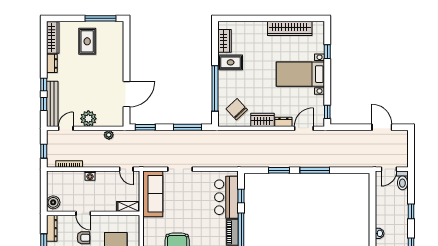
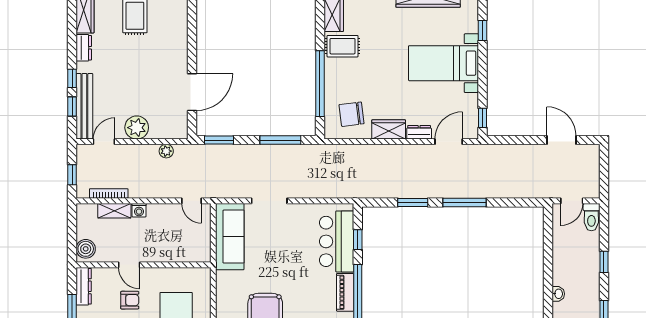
chair: (237, 109) -> (352, 114), turned -54
shelving: (128, 207) -> (114, 211), moved

